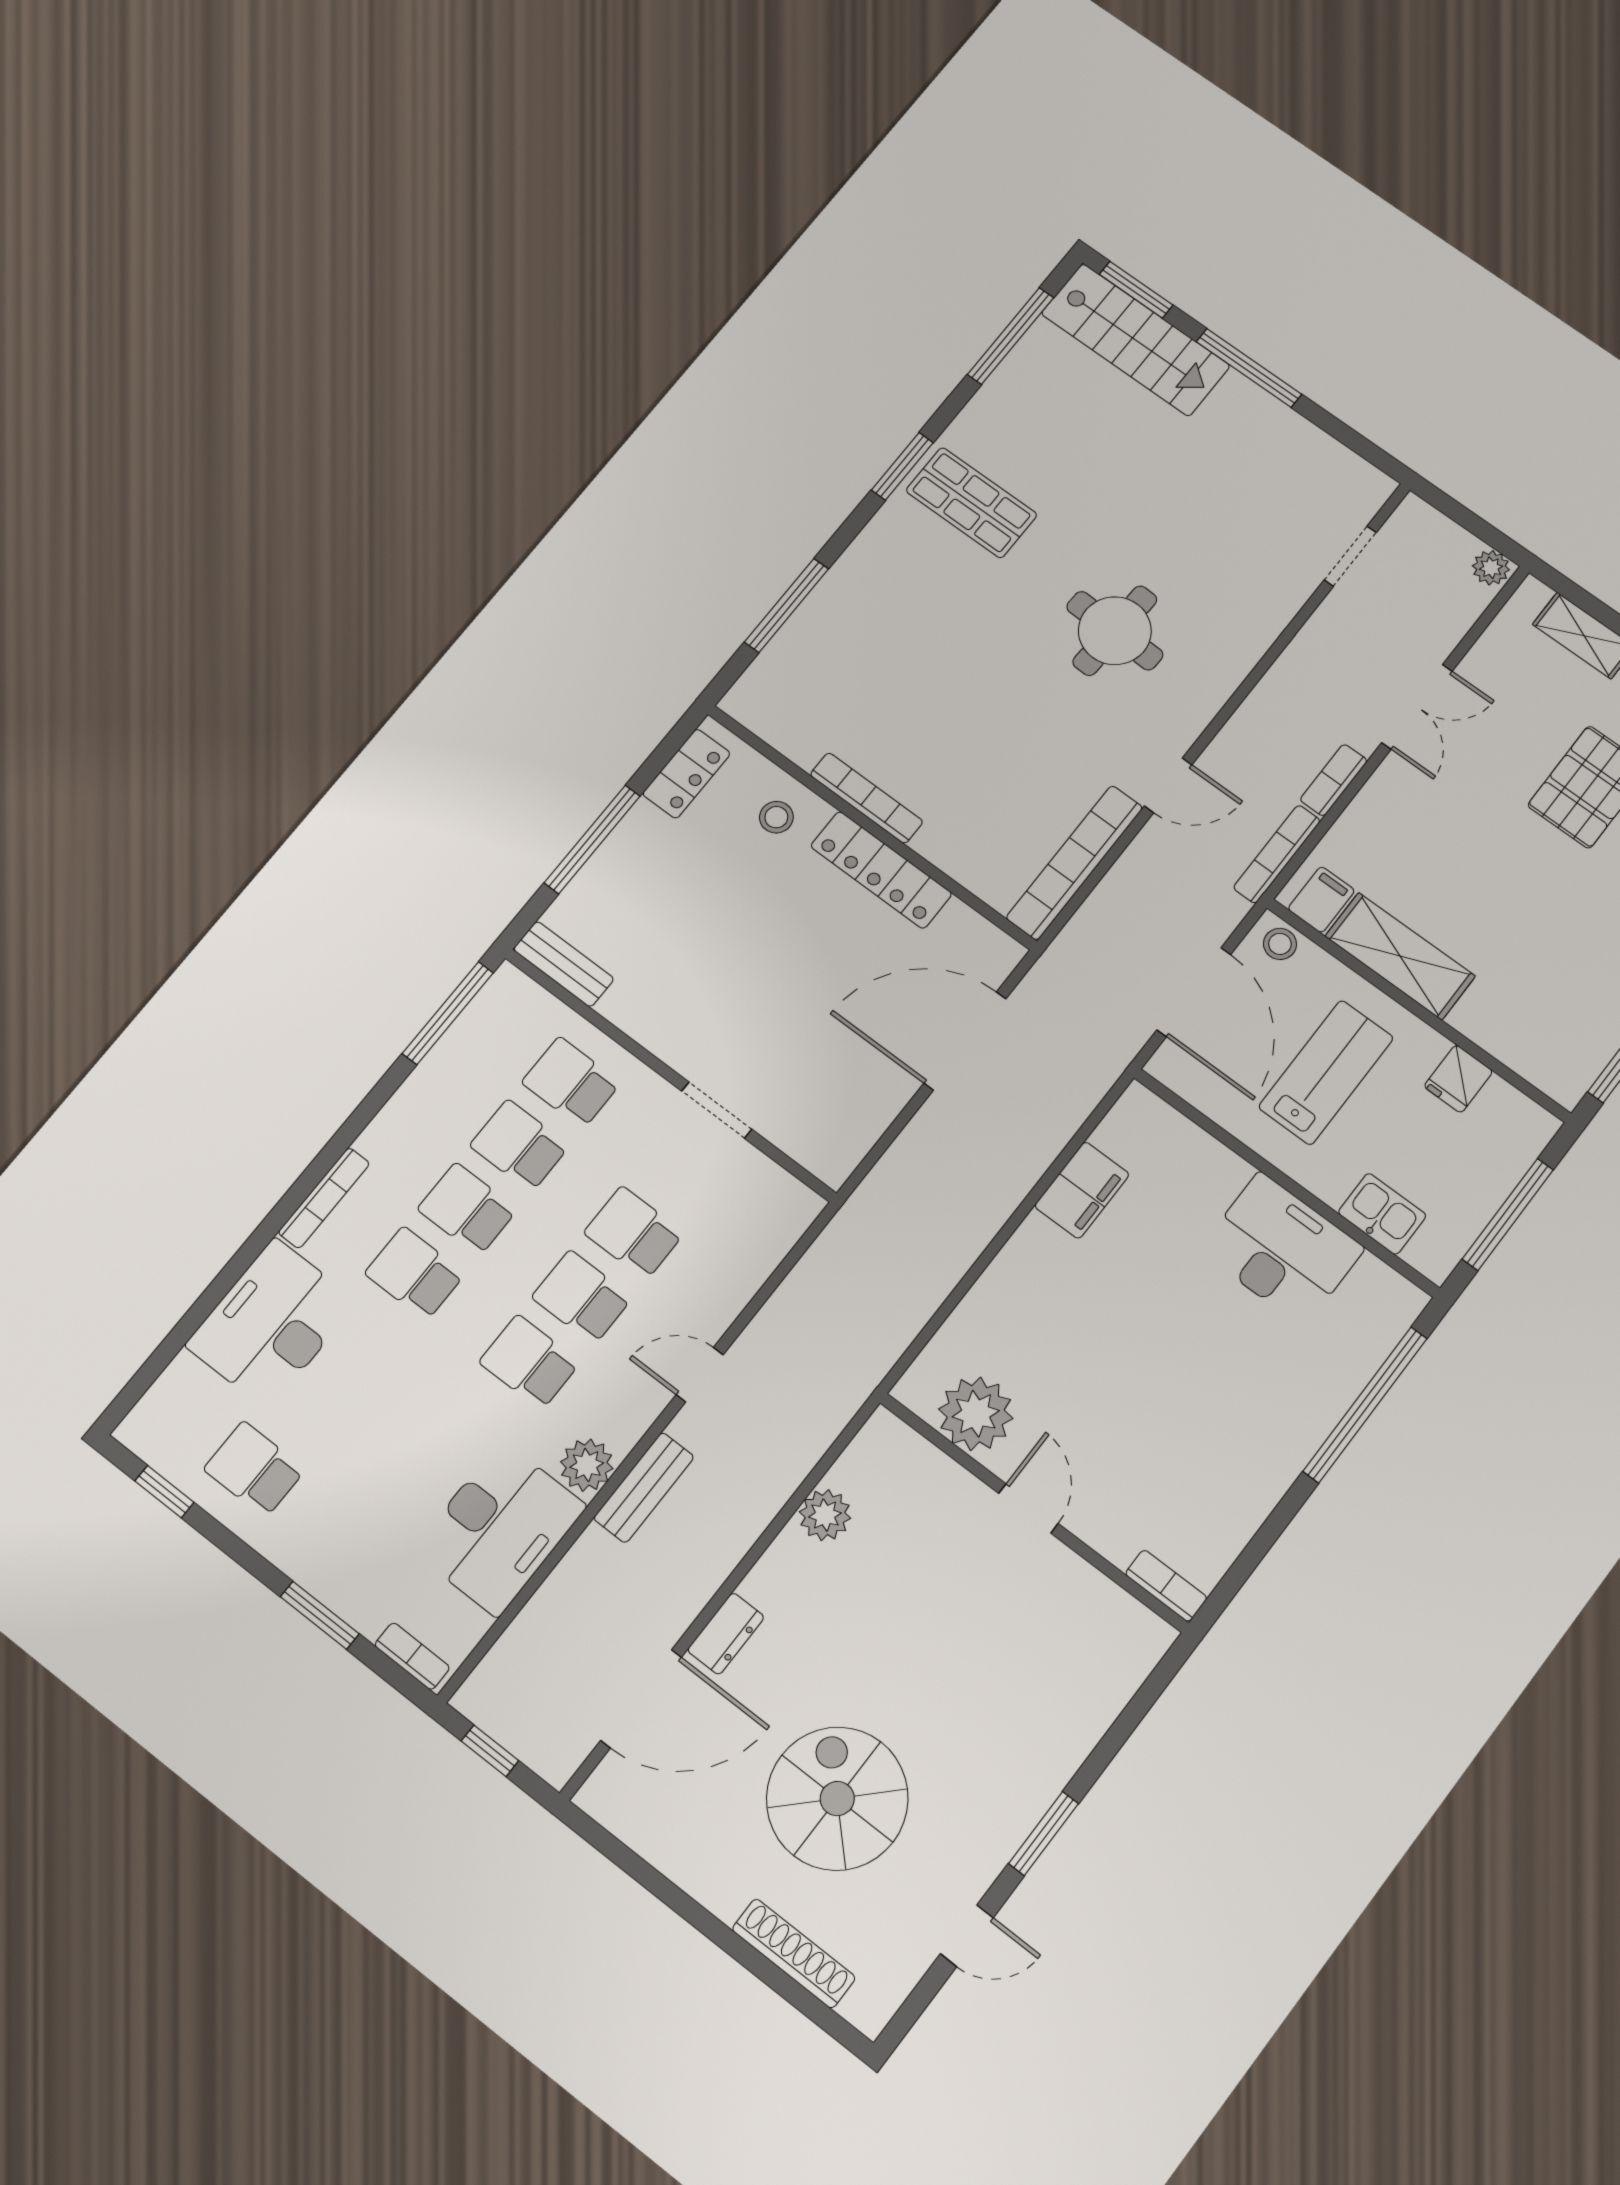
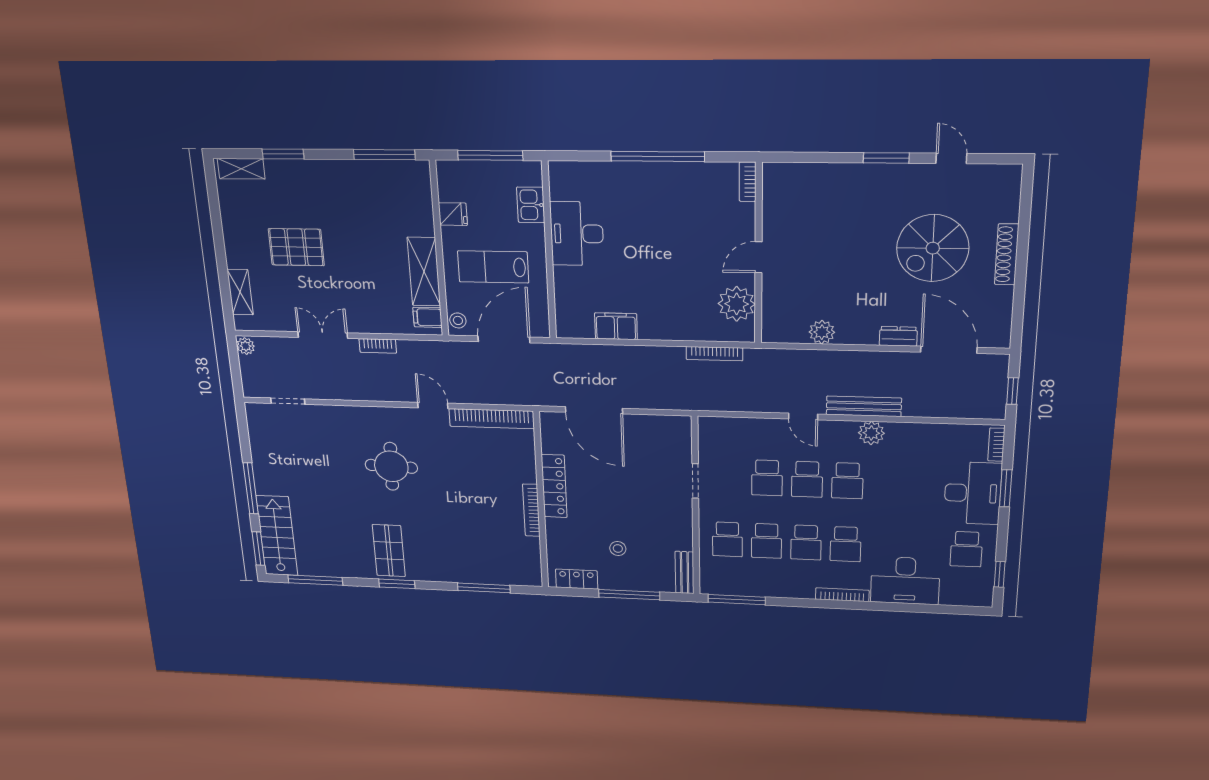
stool: (776, 817) -> (618, 548), moved
bookcase: (1277, 854) -> (714, 354), moved
window: (1365, 1405) -> (658, 156), moved
bench: (644, 1488) -> (864, 406), width x1.36
desk: (499, 1528) -> (973, 493), moved, turned 90
shoe rack: (794, 1953) -> (1007, 254), moved

